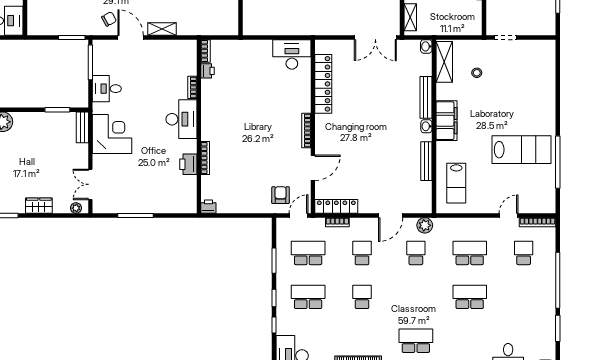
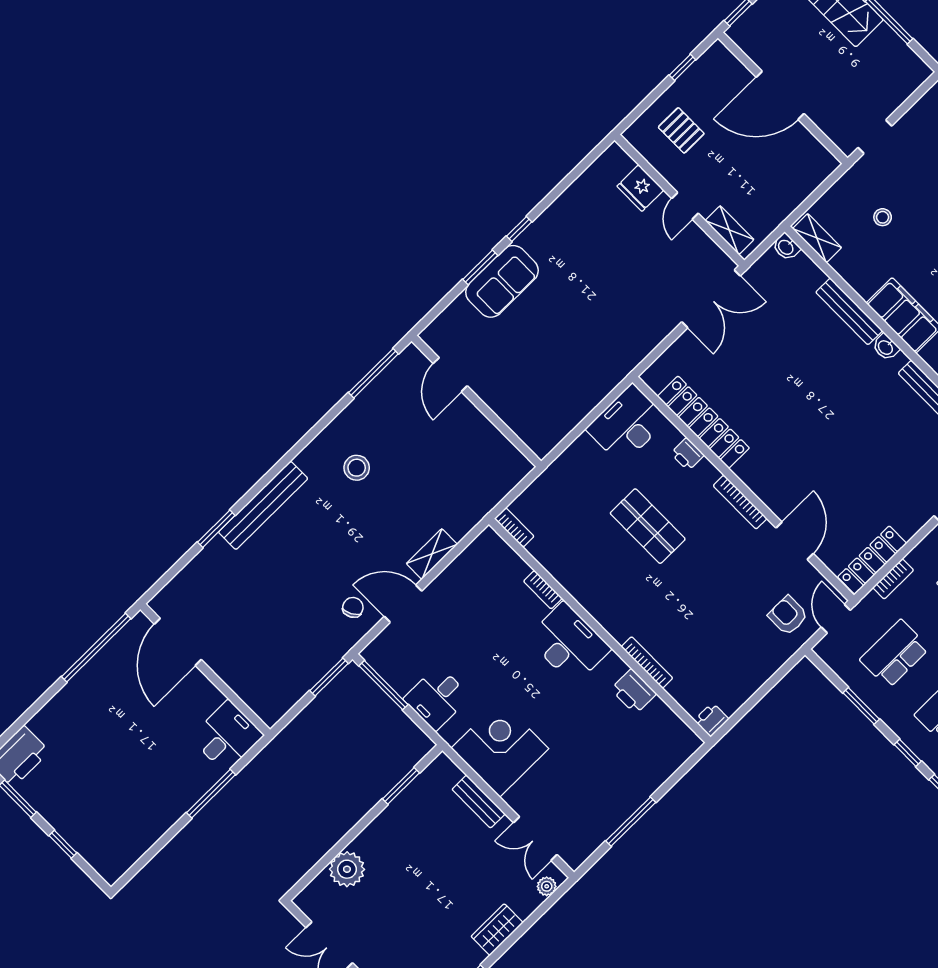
shelving: (444, 62) -> (817, 238), width x0.67, depth x0.75
printer: (208, 71) -> (687, 454), moved, turned 180
shop shelf: (260, 104) -> (648, 526), added
bench: (82, 127) -> (479, 802), moved

